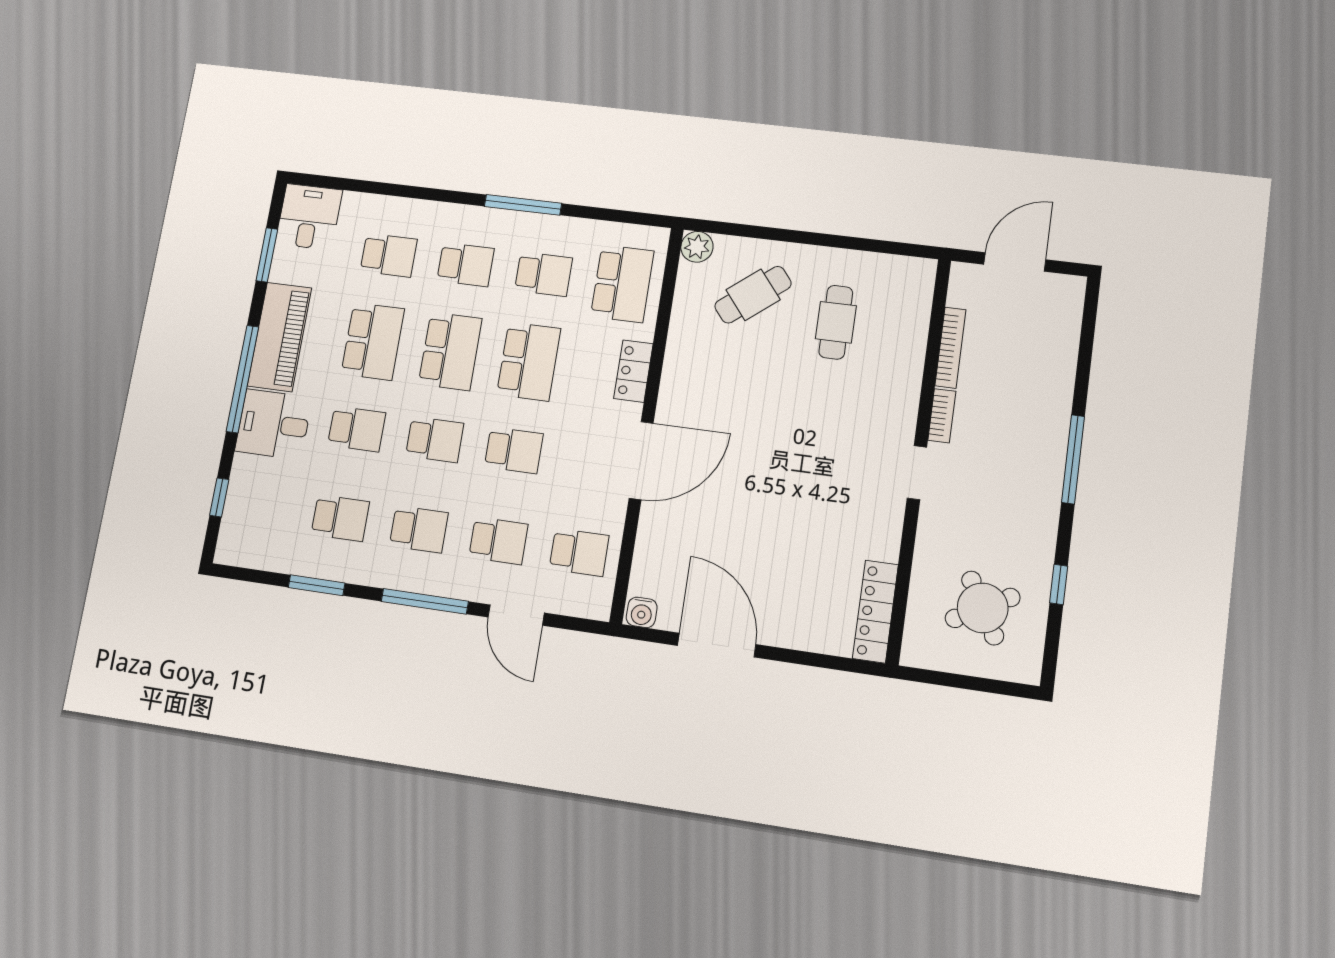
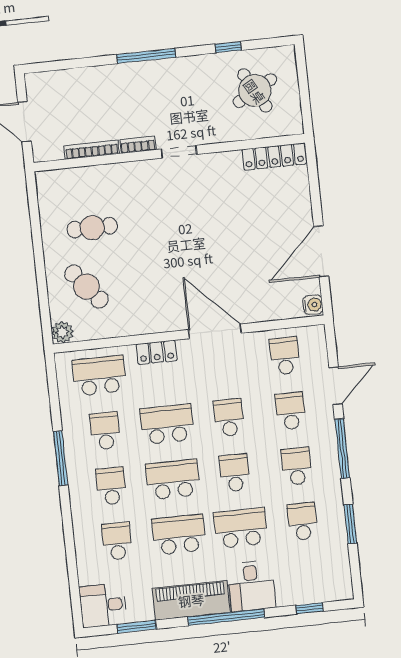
school desk: (357, 429) -> (241, 528), width x1.85

